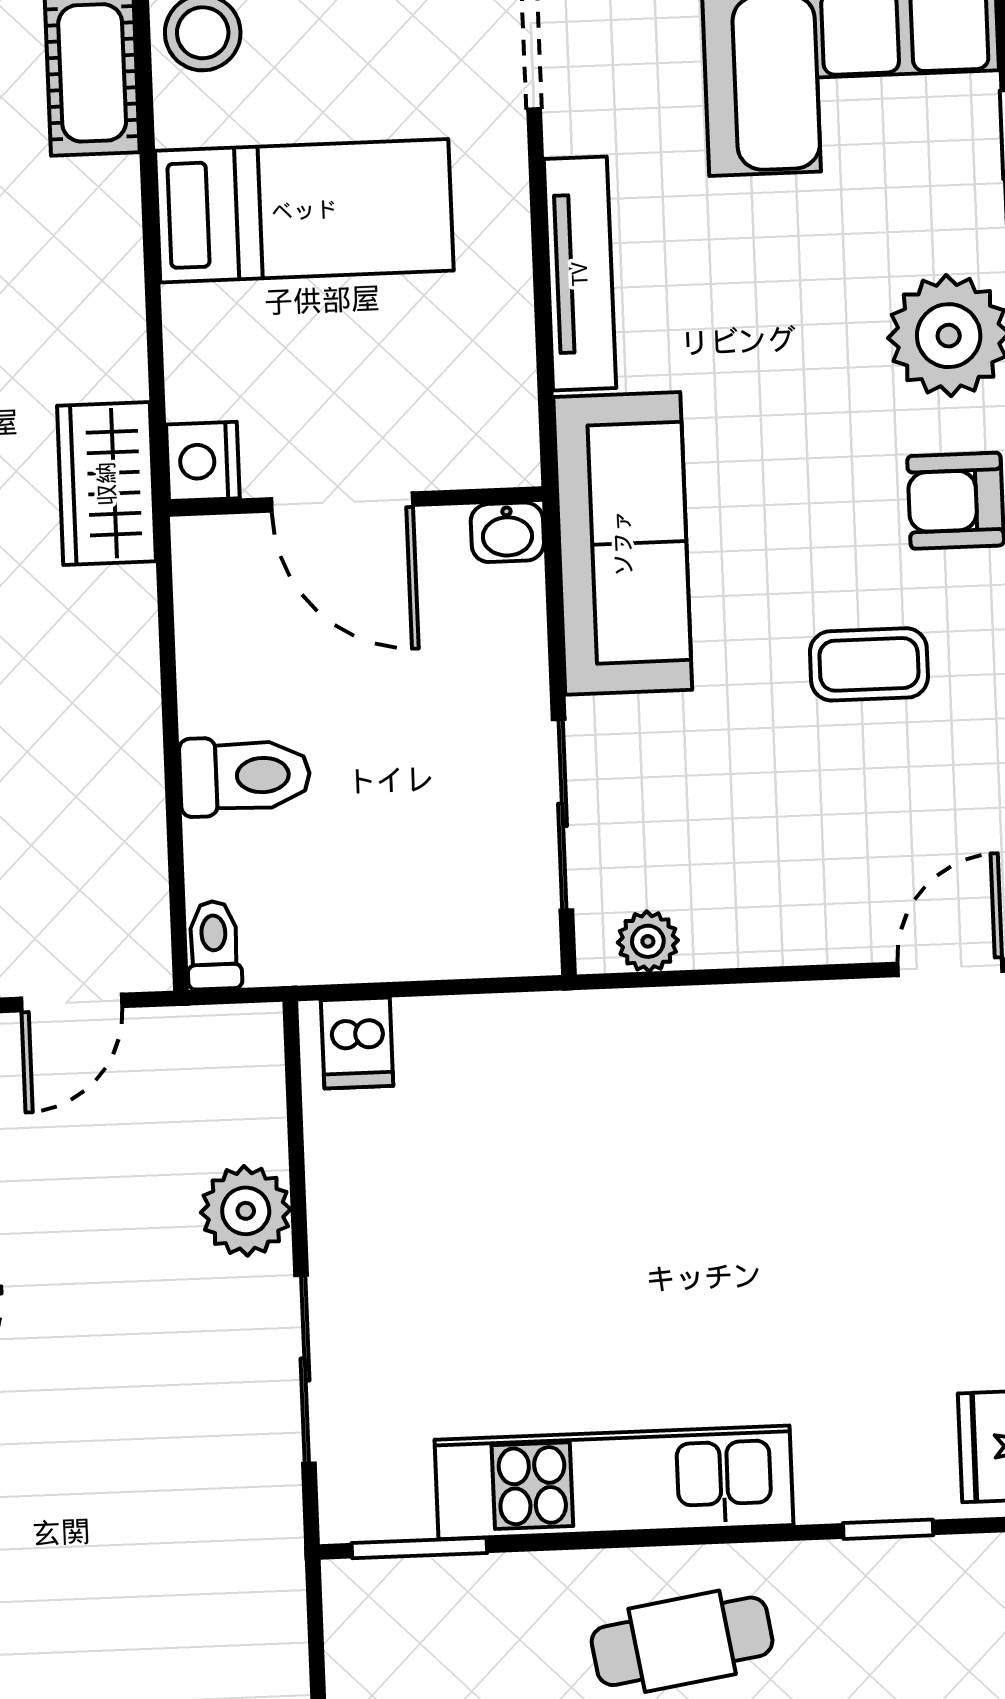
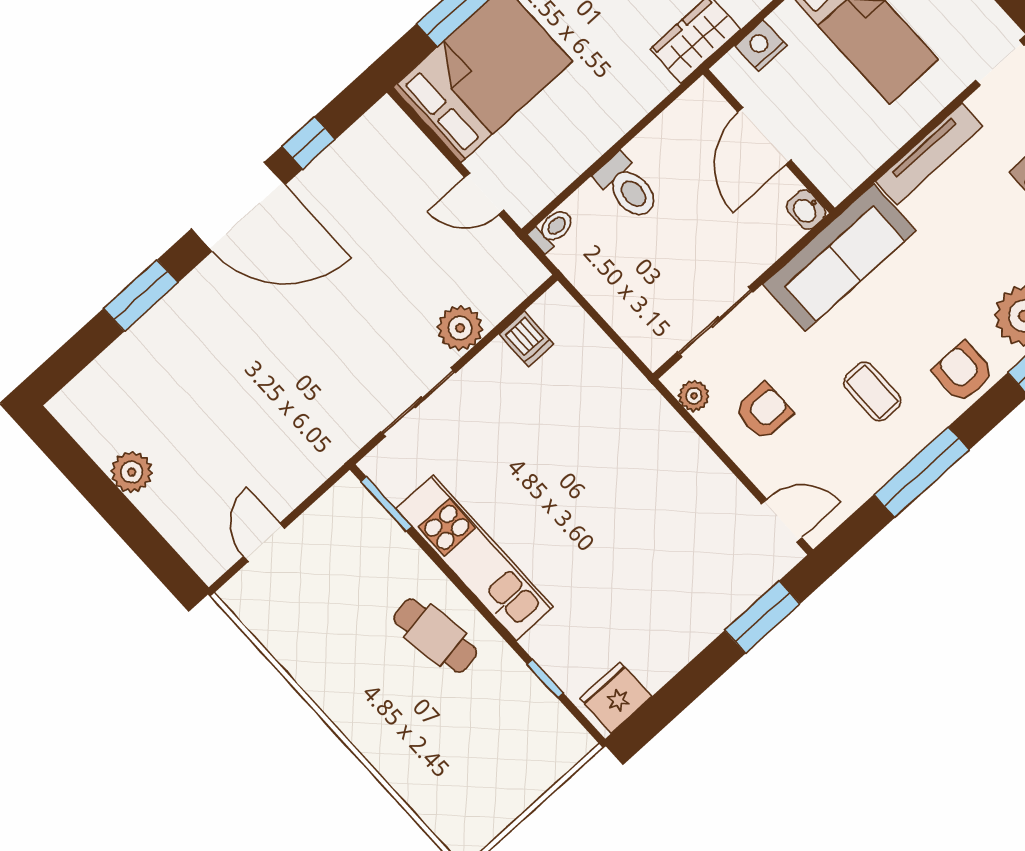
nightstand: (203, 461) -> (761, 46), moved
armchair: (761, 855) -> (764, 412), added
dishwasher: (357, 1043) -> (527, 339), moved, turned -90

